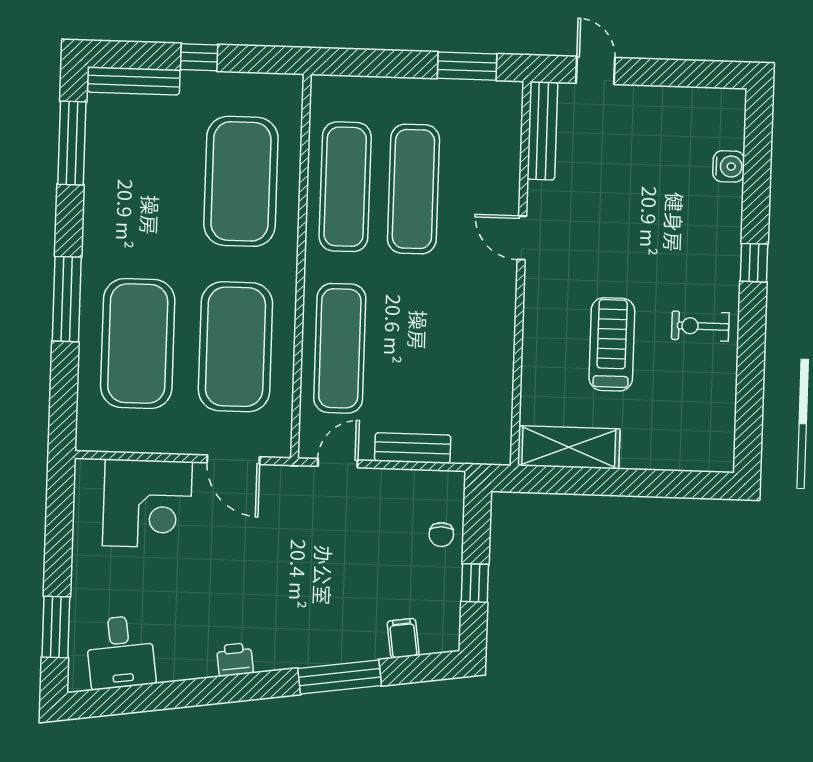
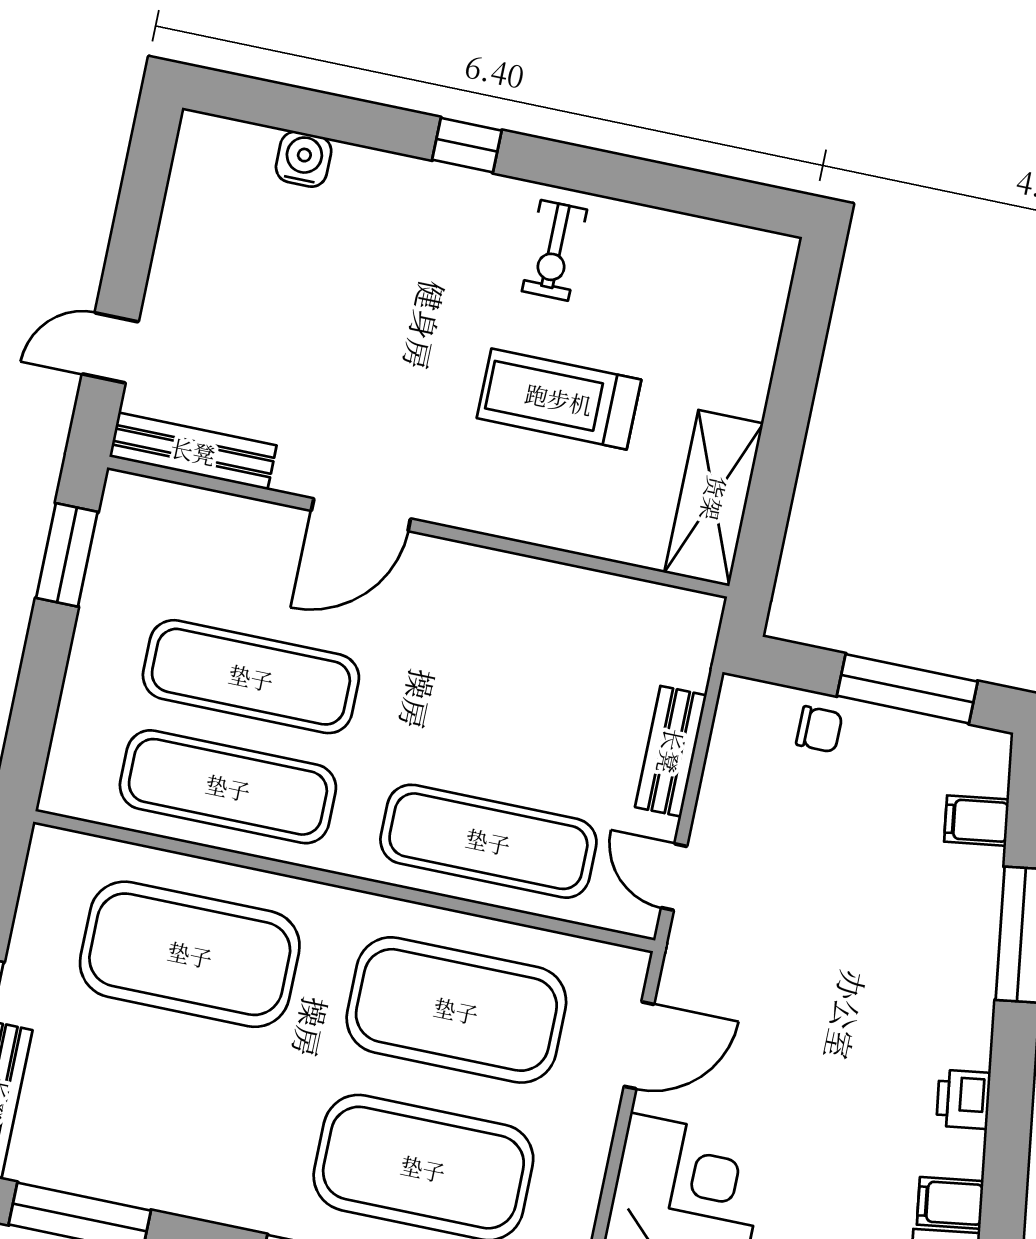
door: (522, 238) -> (361, 515), width x1.38
window: (475, 583) -> (907, 689), width x2.17
filing cabinet: (172, 662) -> (950, 1203), added

